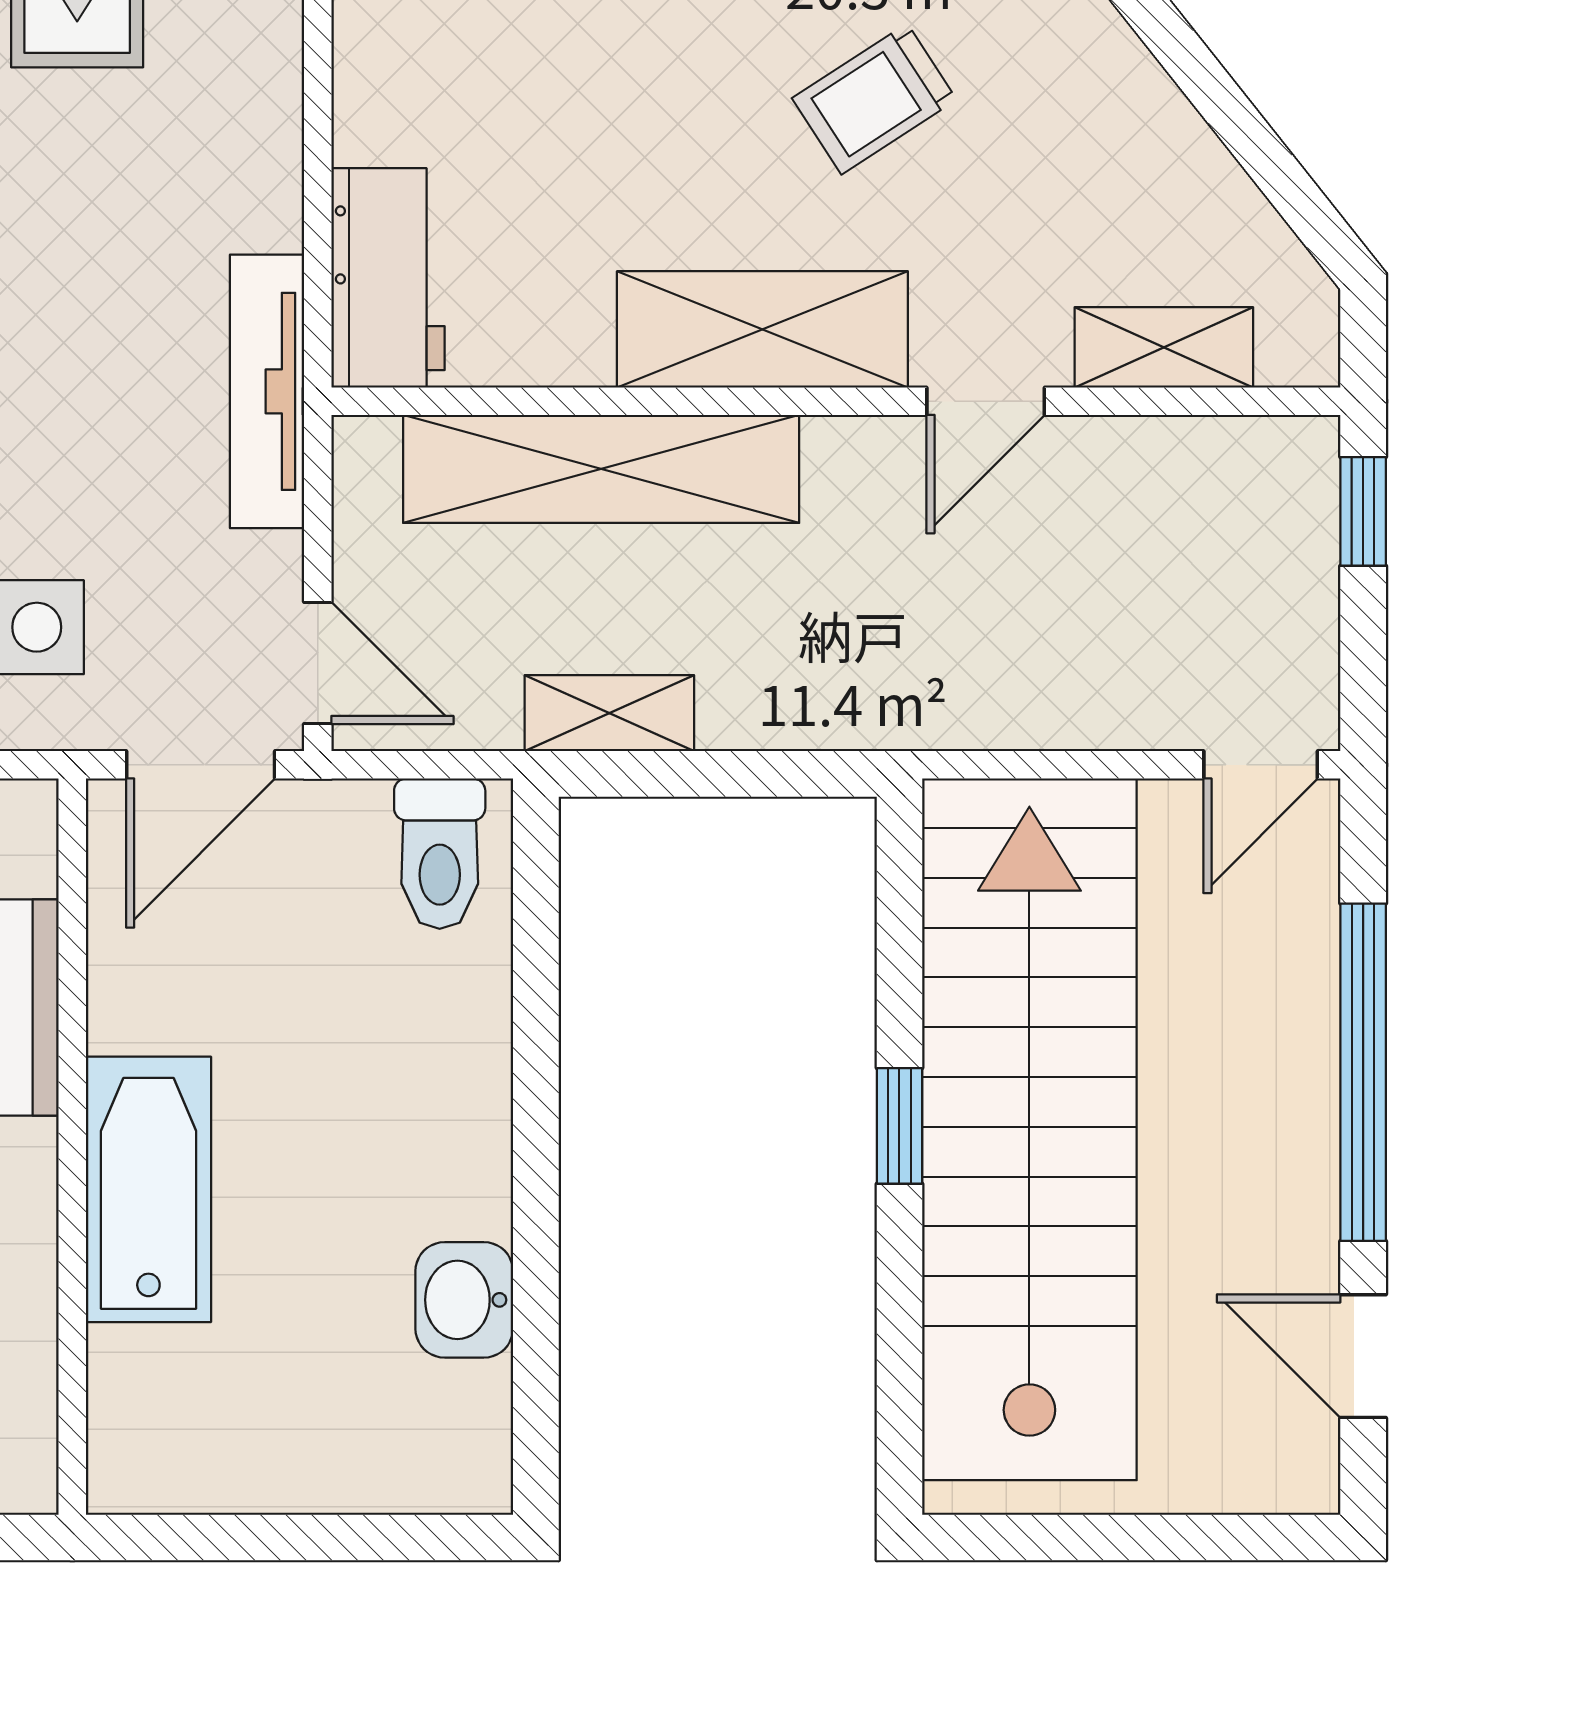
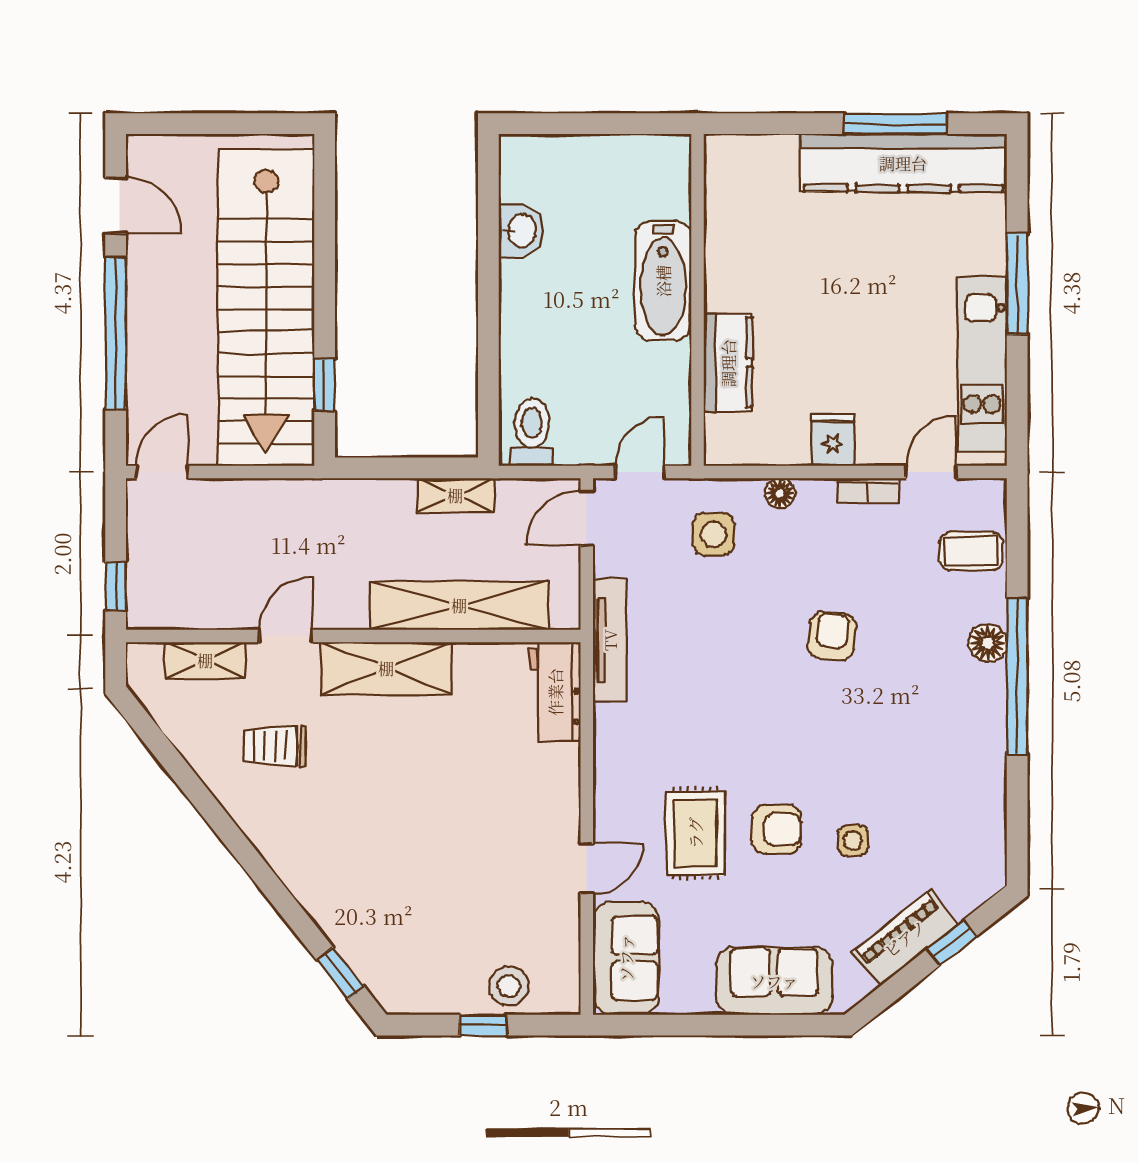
trolley: (874, 99) -> (274, 746), moved, turned -147
door: (318, 663) -> (587, 518), hinge flipped
door: (201, 765) -> (640, 472), width x0.73
window: (899, 1126) -> (325, 385), moved

